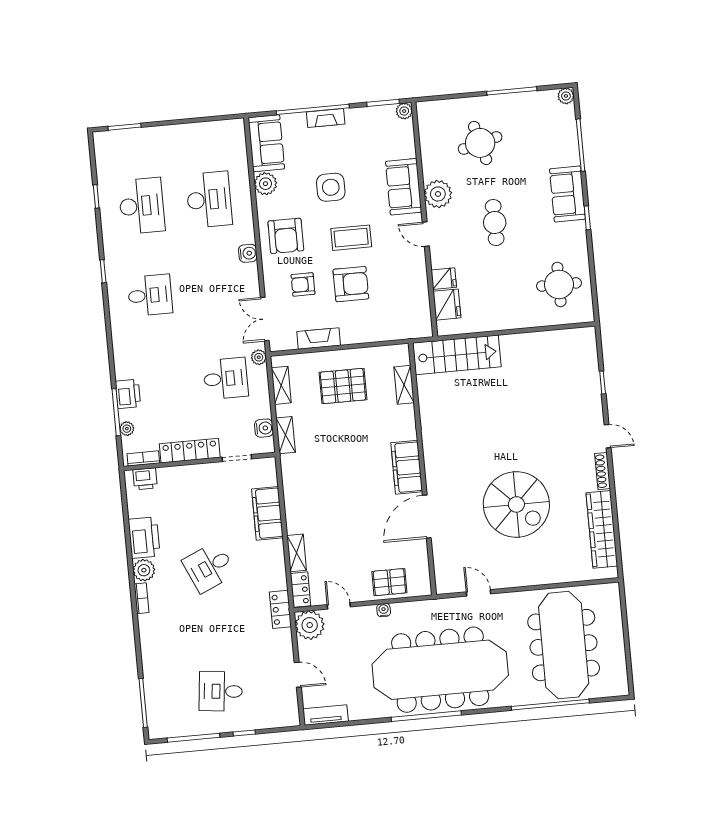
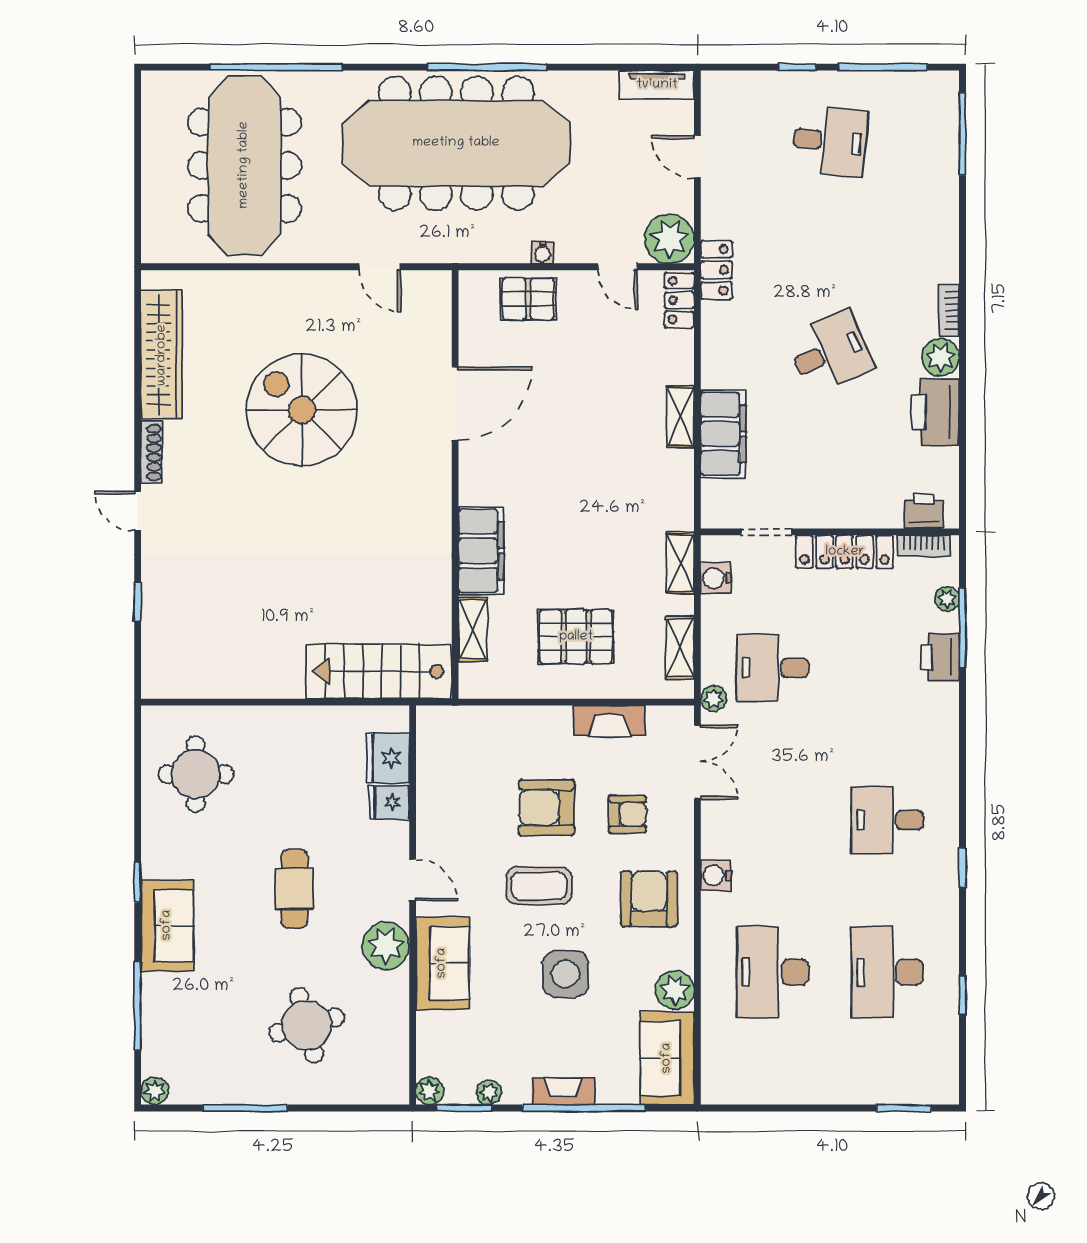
plant: (369, 113) -> (489, 1092), added
filing cabinet: (407, 467) -> (481, 551), moved
shelving: (297, 553) -> (680, 417), moved

